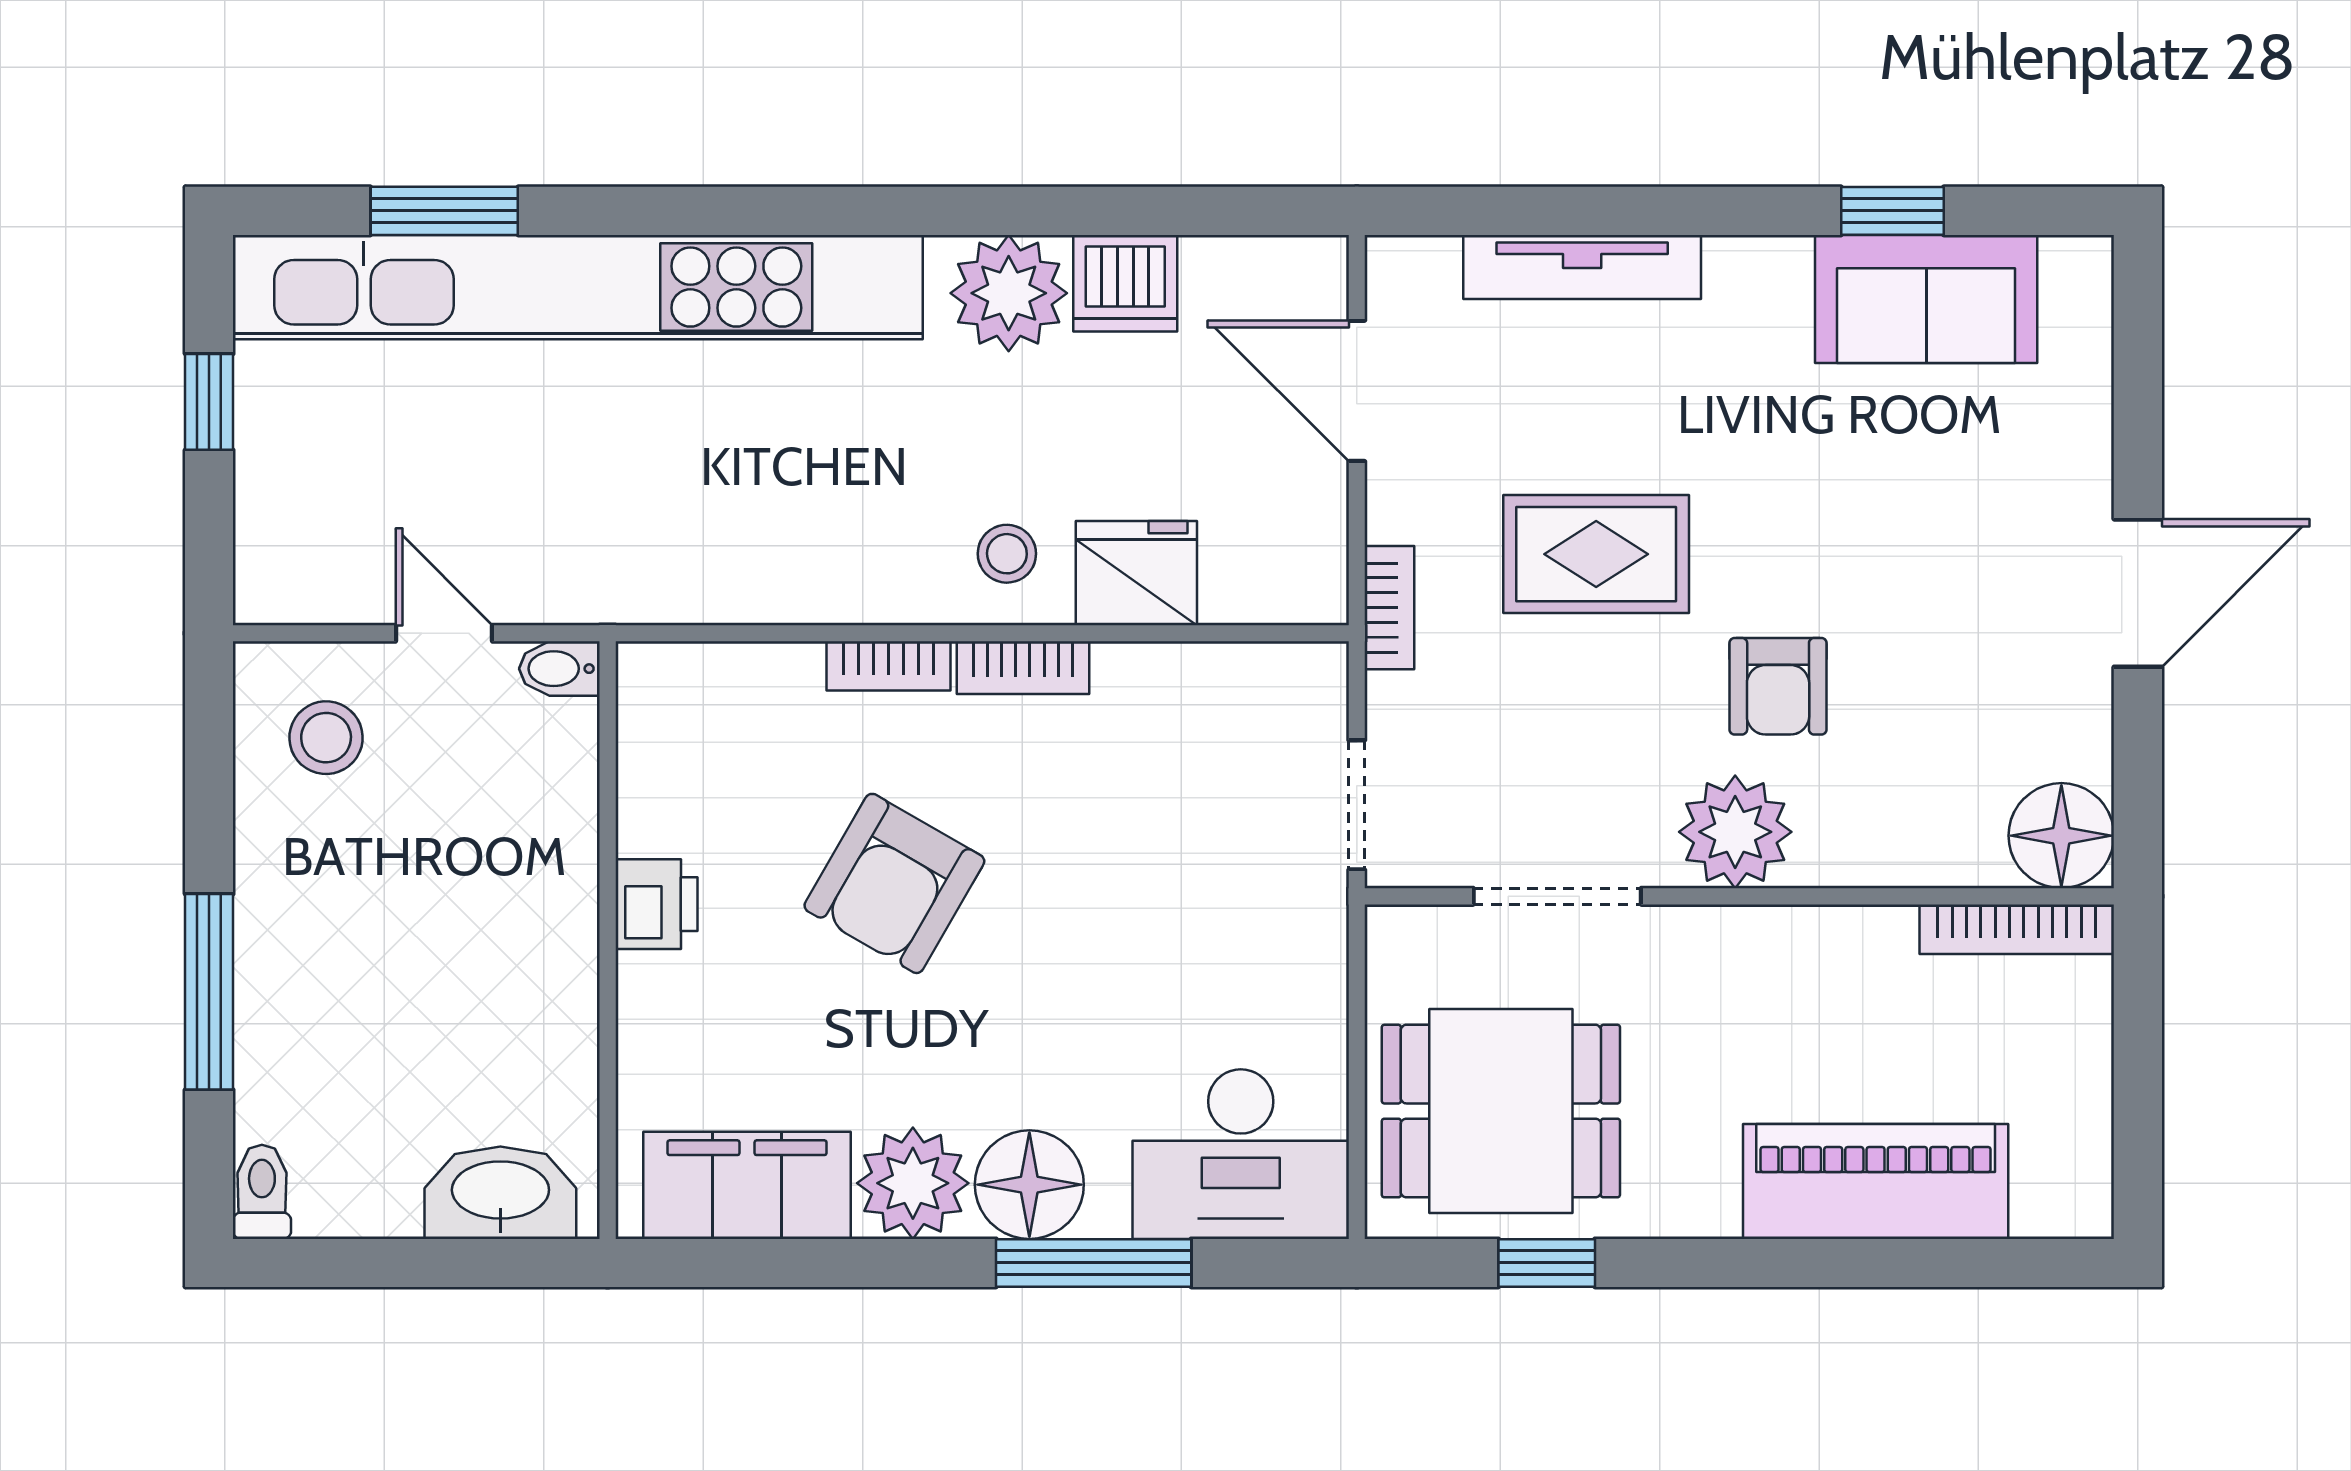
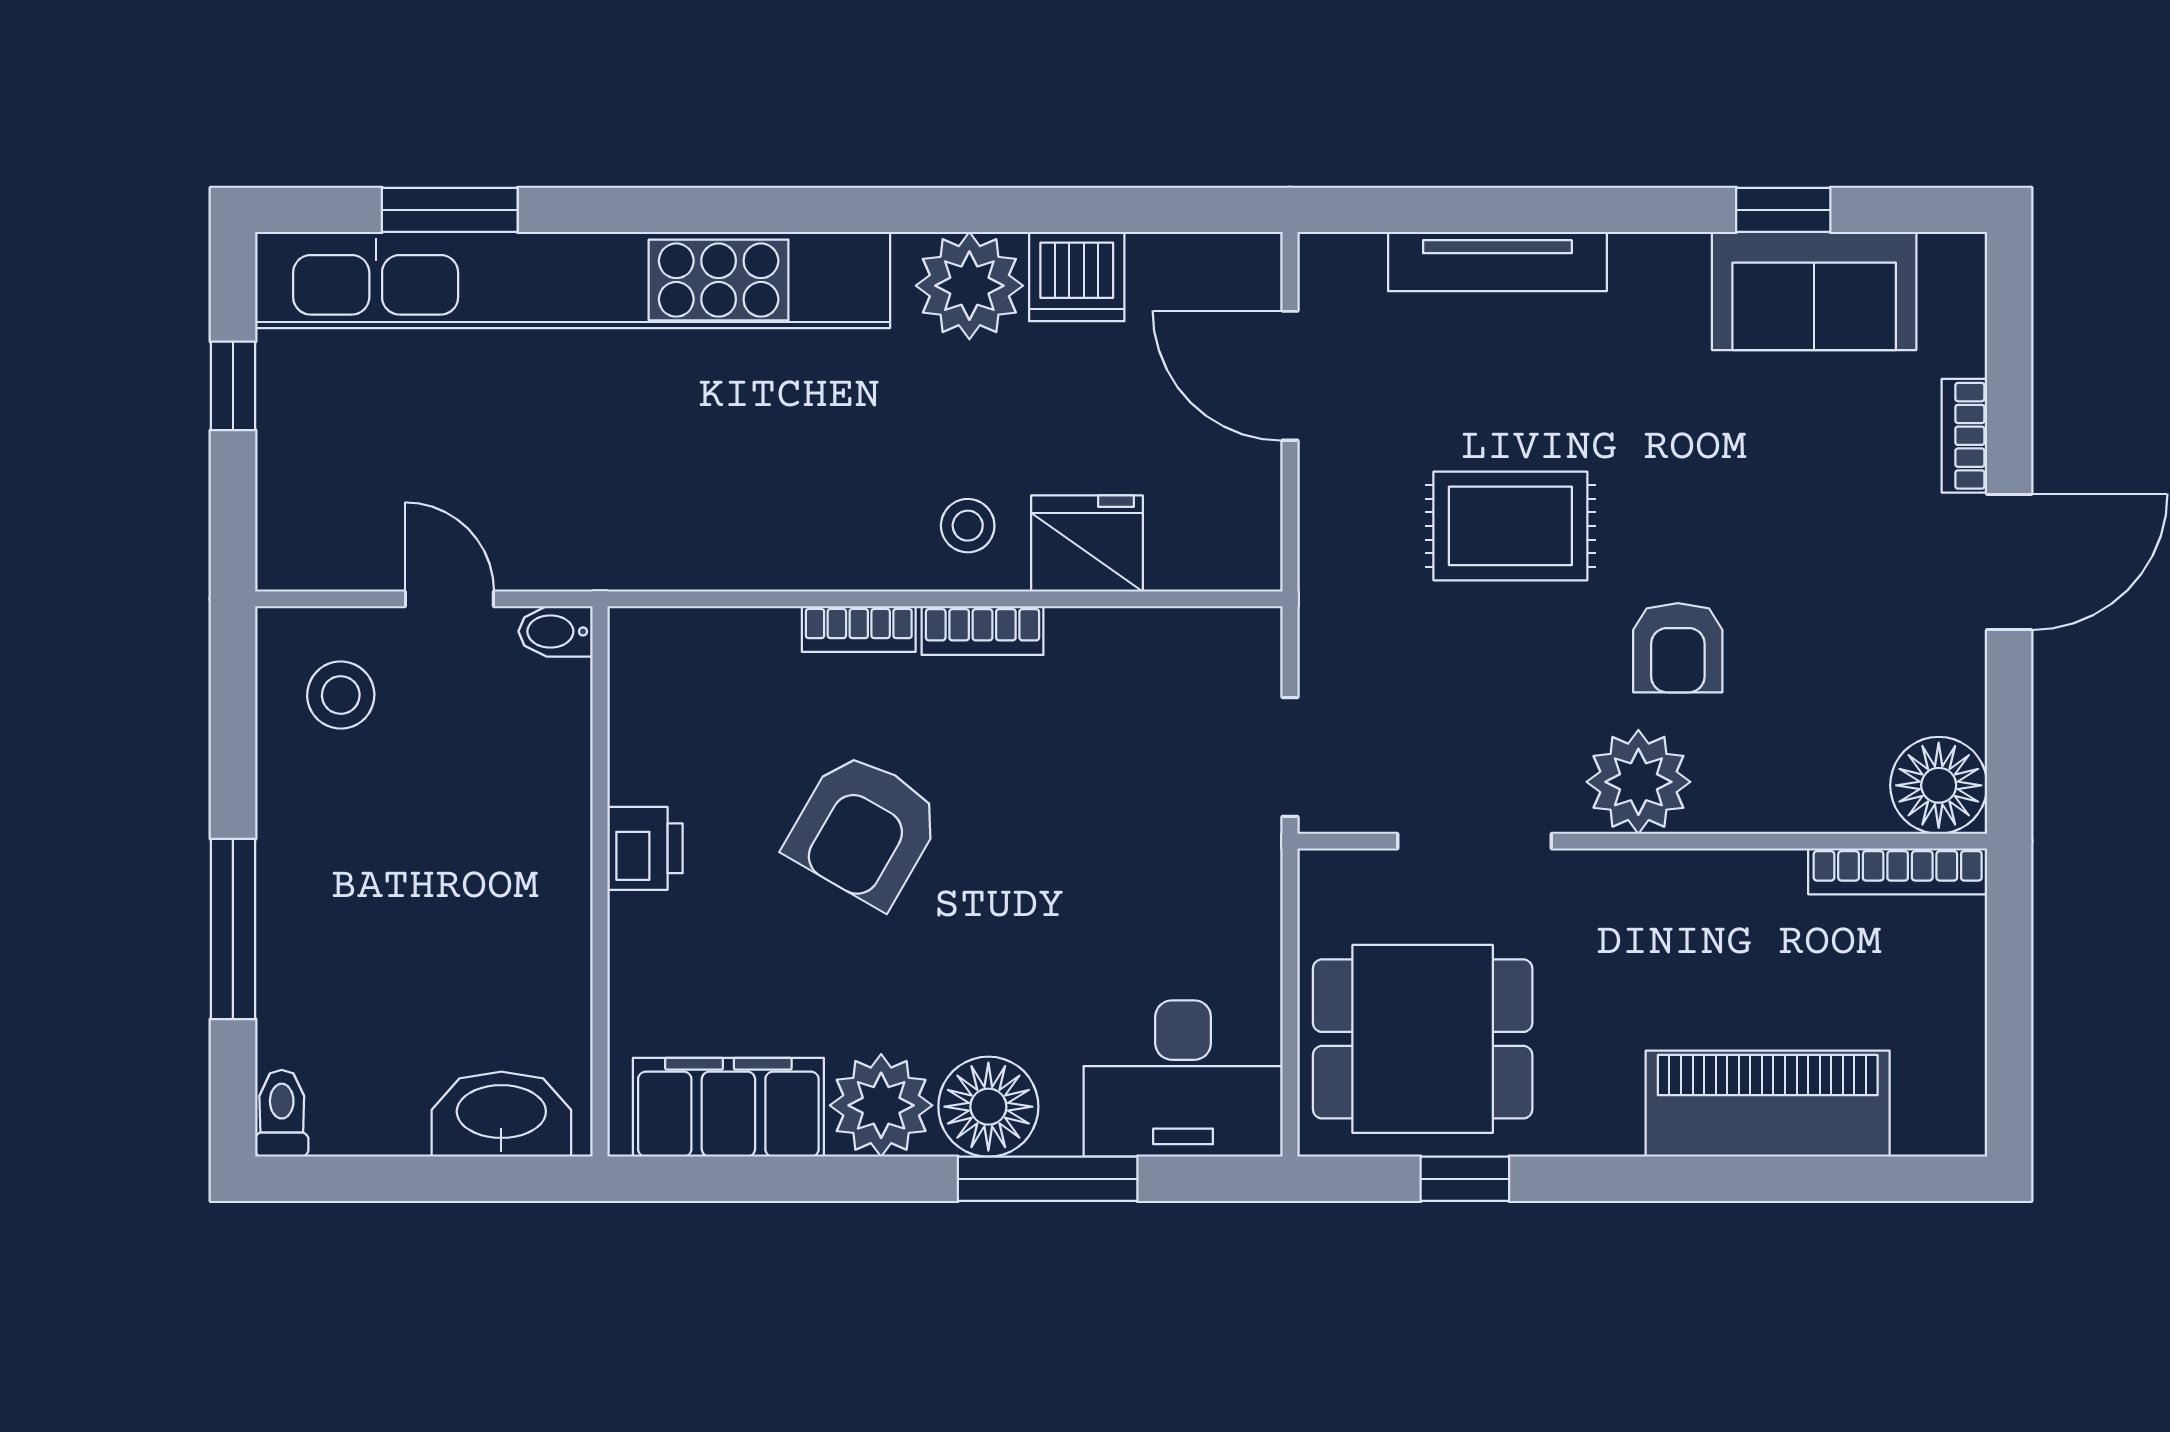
bookcase: (1389, 608) -> (1964, 436), moved, turned 180

